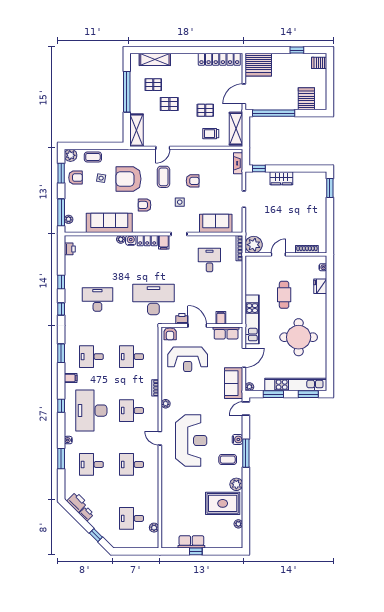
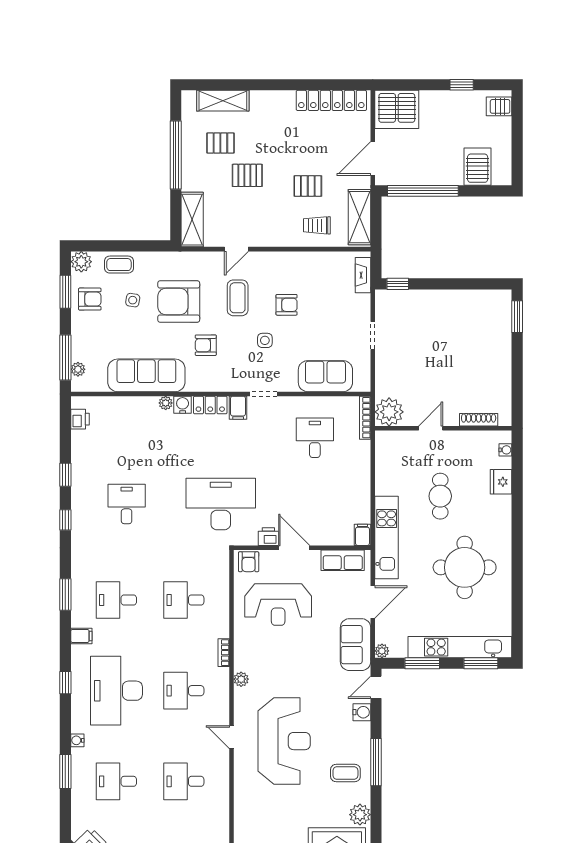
wardrobe: (281, 178) -> (436, 300), removed
desk: (97, 299) -> (127, 504), width x0.73
filing cabinet: (221, 318) -> (362, 535), moved
water cooler: (237, 439) -> (362, 712), moved

